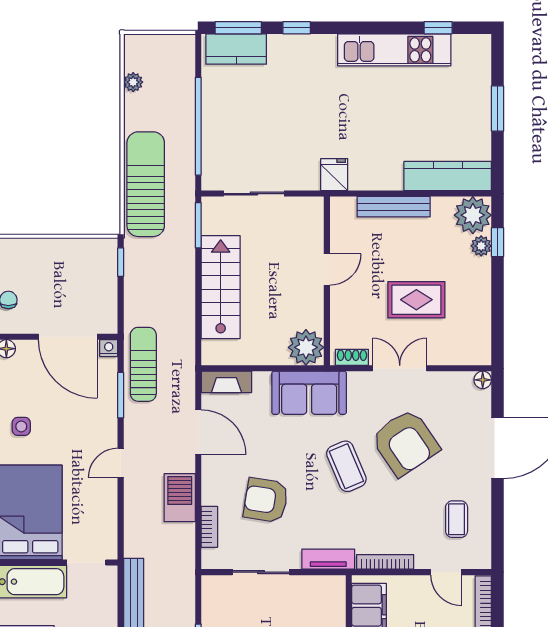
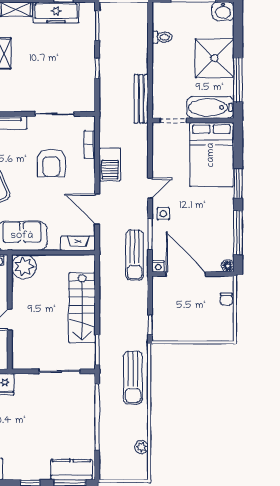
sun lounger: (146, 184) -> (133, 378), width x0.73, depth x0.75
side table: (21, 426) -> (163, 214), moved
armchair: (266, 500) -> (51, 163), turned 81

